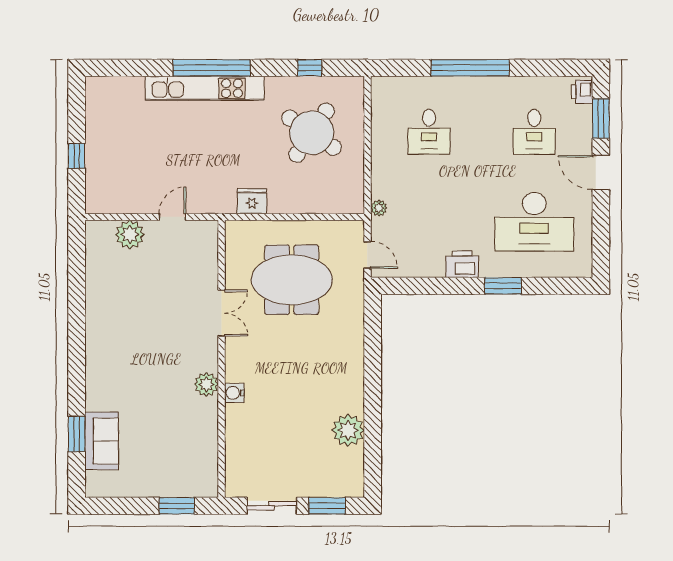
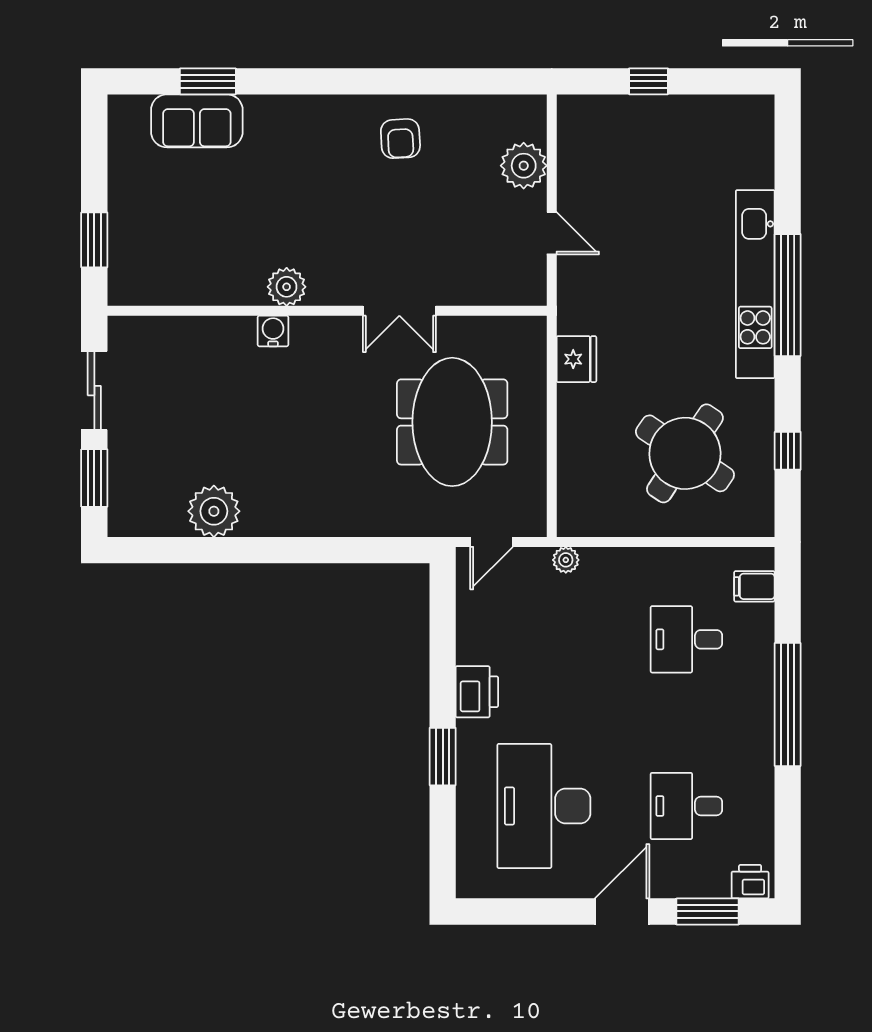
filing cabinet: (396, 89) -> (754, 586), added
armchair: (113, 312) -> (400, 139), added

